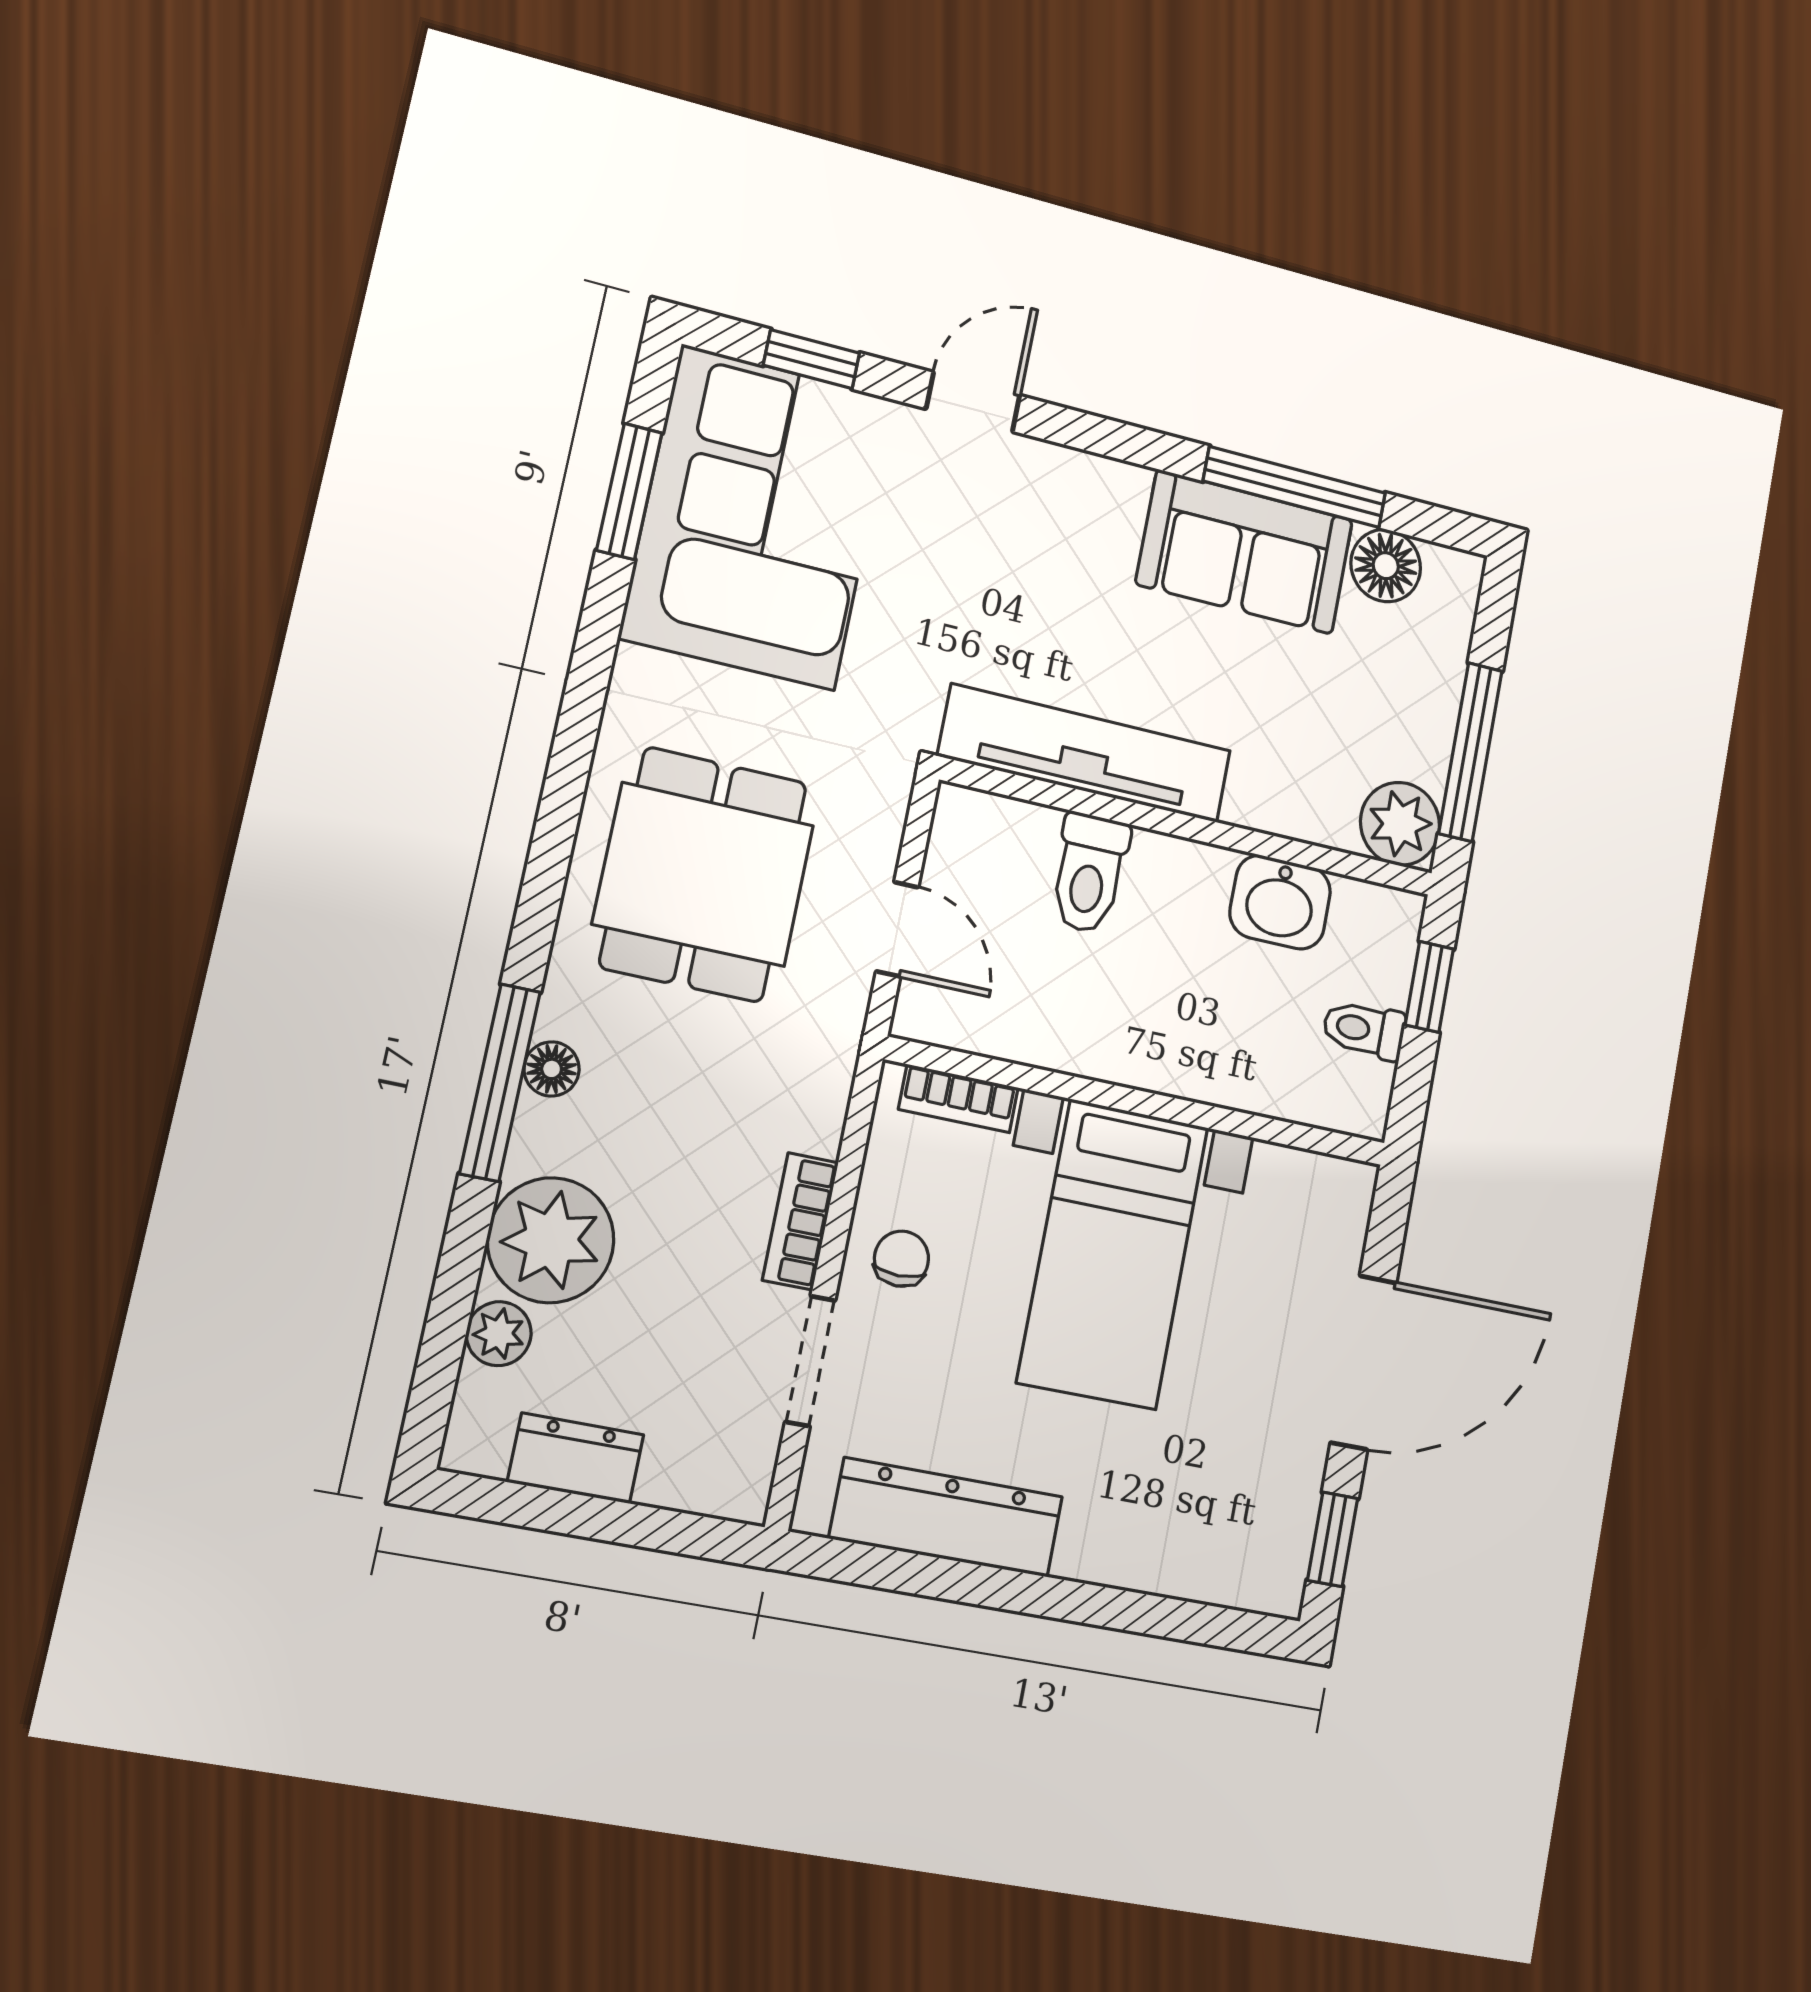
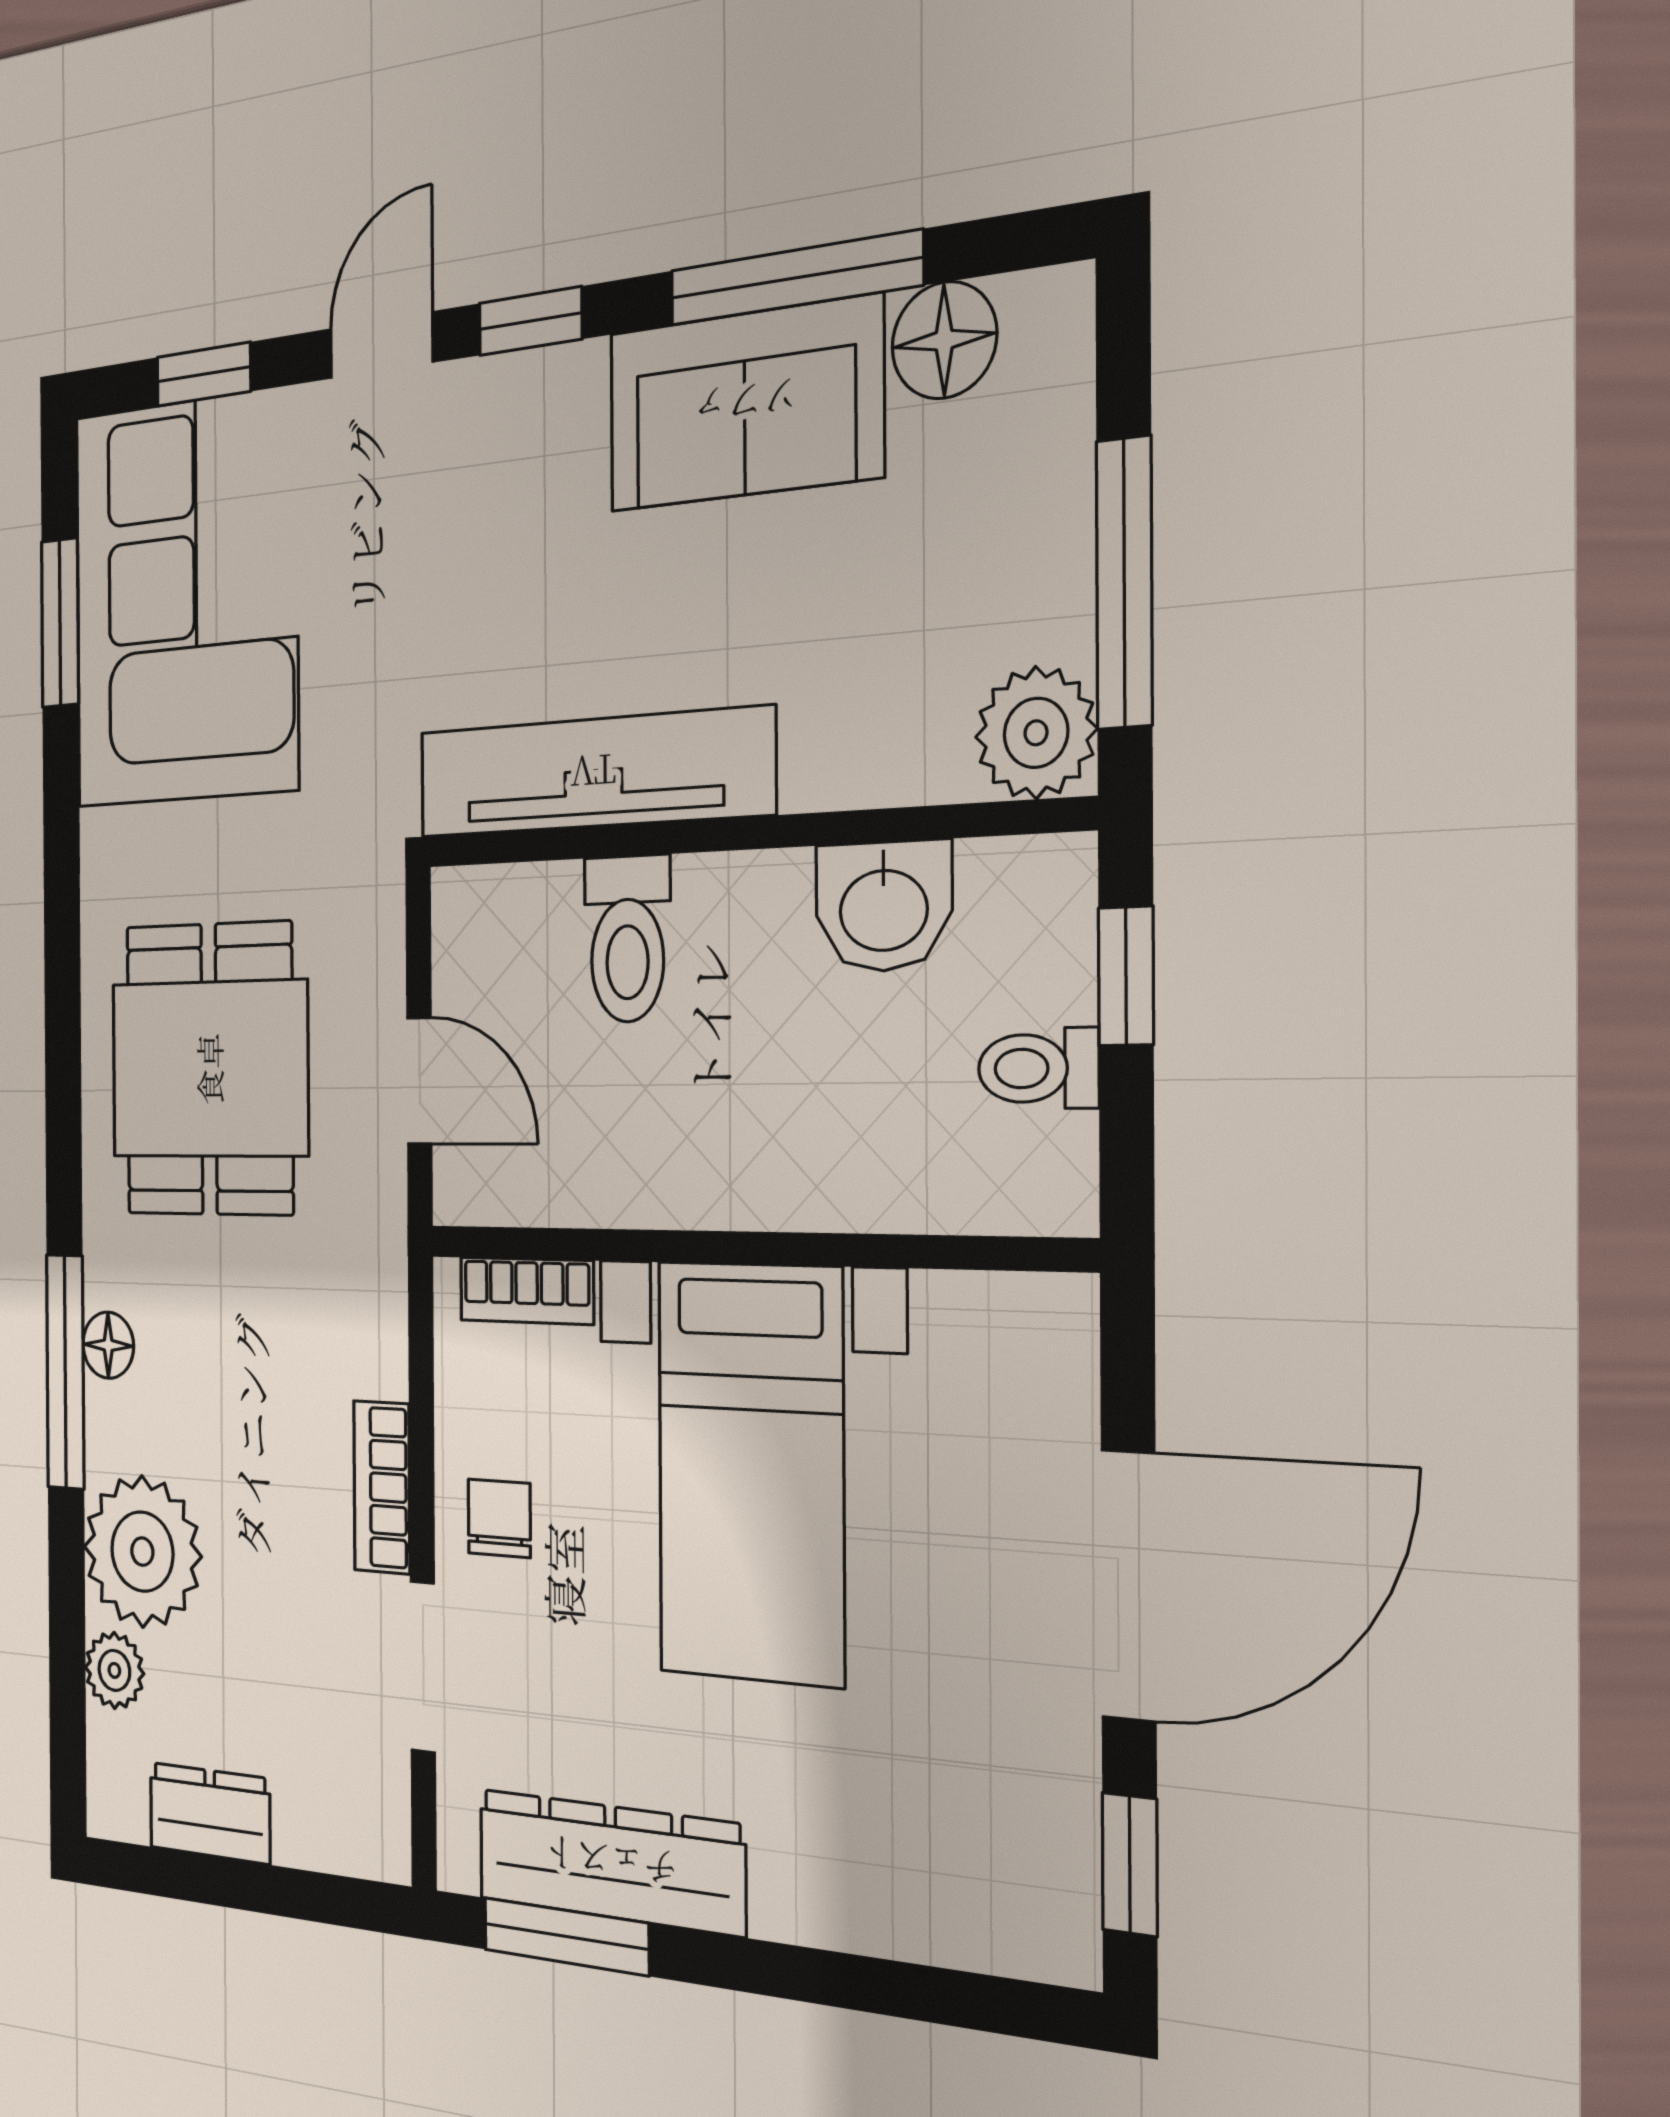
window: (1097, 435) -> (530, 321), added
window: (897, 1571) -> (566, 1936), added

